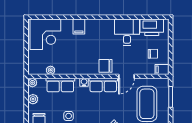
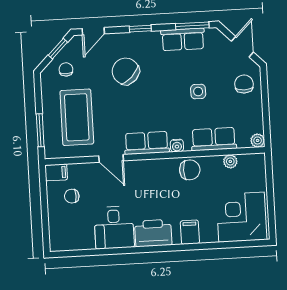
printer: (152, 27) -> (153, 233), moved
chair: (106, 66) -> (190, 170), moved
door: (126, 76) -> (111, 158), swing flipped
plant: (33, 99) -> (255, 115), removed

